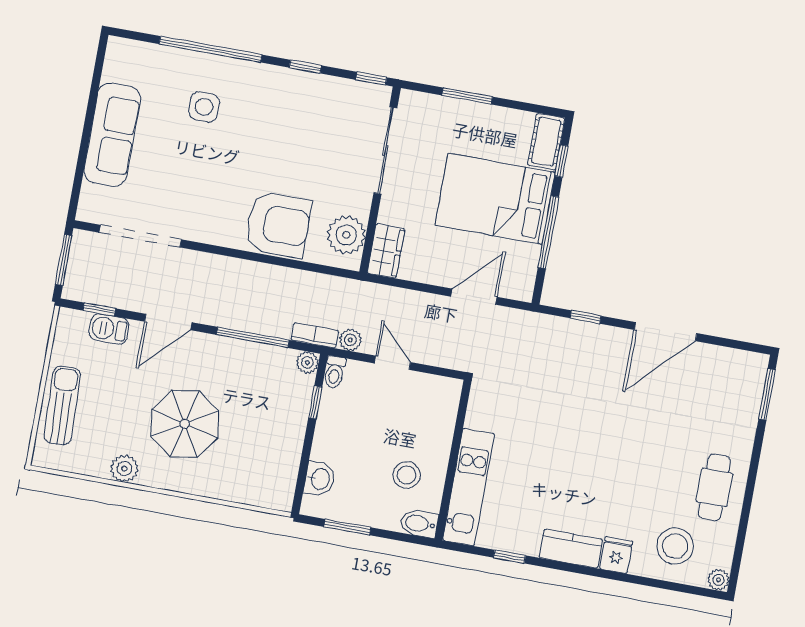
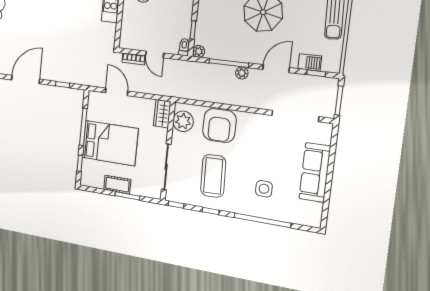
coffee table: (296, 132) -> (213, 176), added
cot: (546, 142) -> (117, 185), moved, turned 90
armchair: (278, 225) -> (219, 125), turned -90
door: (474, 297) -> (117, 92), swing flipped
bookcase: (315, 335) -> (134, 59), moved
plant: (350, 340) -> (242, 73), moved

